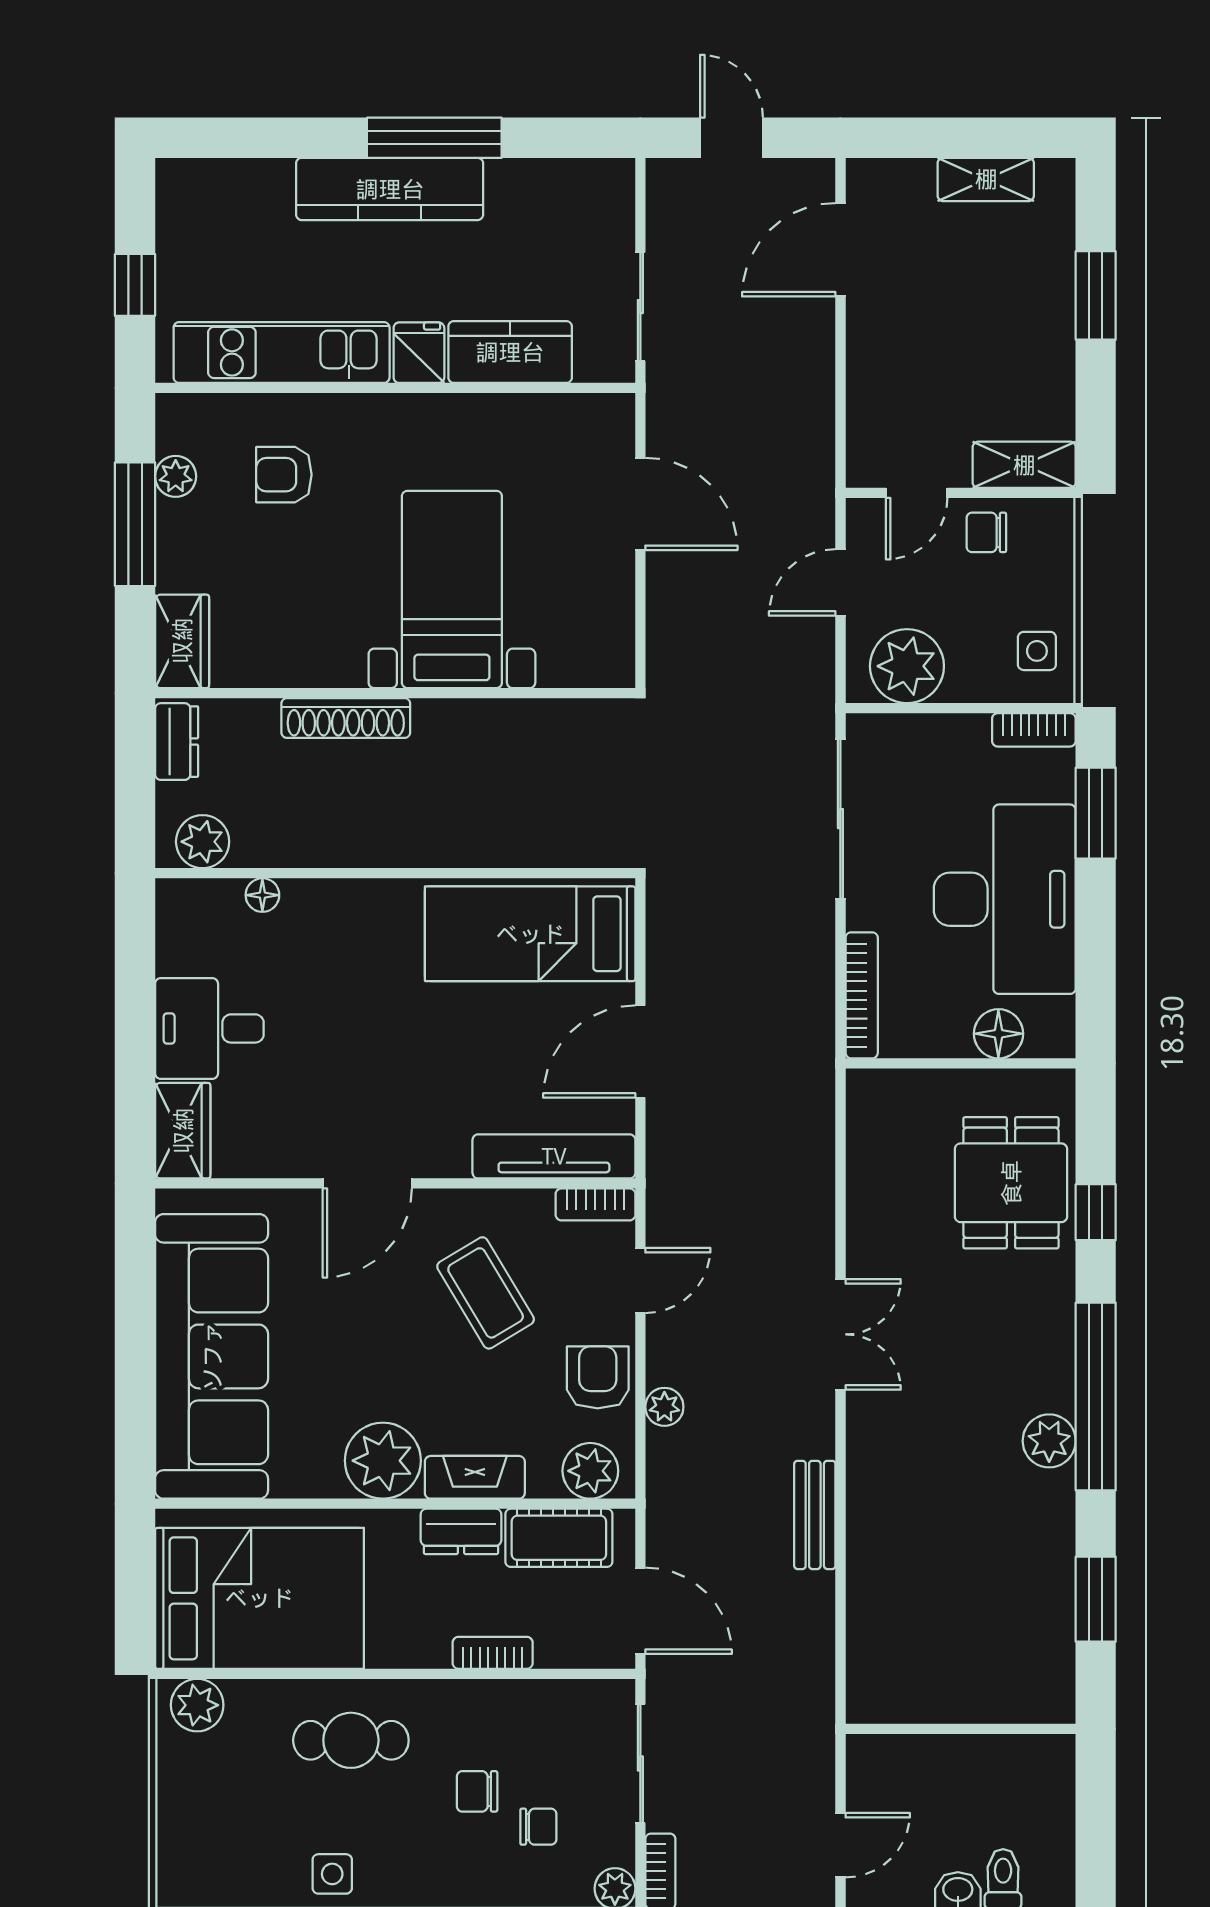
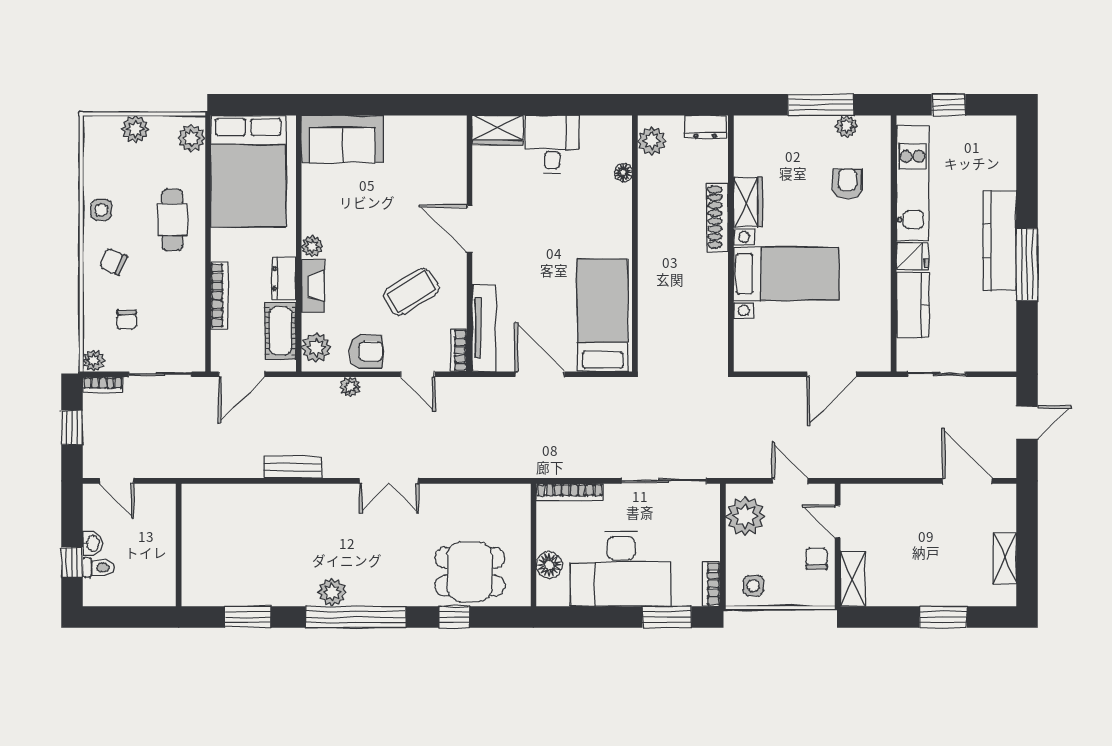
wardrobe: (182, 641) -> (748, 202), moved, turned -90
sofa: (212, 1356) -> (342, 139), width x0.54, depth x0.79
plant: (383, 1461) -> (312, 246), width x0.53, depth x0.53
bookcase: (493, 1653) -> (219, 295), width x1.56
chair: (477, 1791) -> (113, 262), moved, turned -67
plant: (181, 1810) -> (135, 129), added

